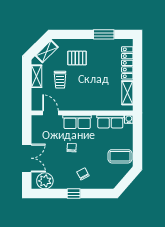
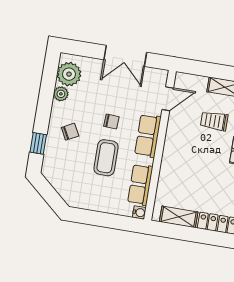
coffee table: (120, 156) -> (106, 158), moved
double door: (27, 158) -> (125, 56), moved
plant: (59, 184) -> (61, 94), added
window: (74, 194) -> (38, 143), moved

